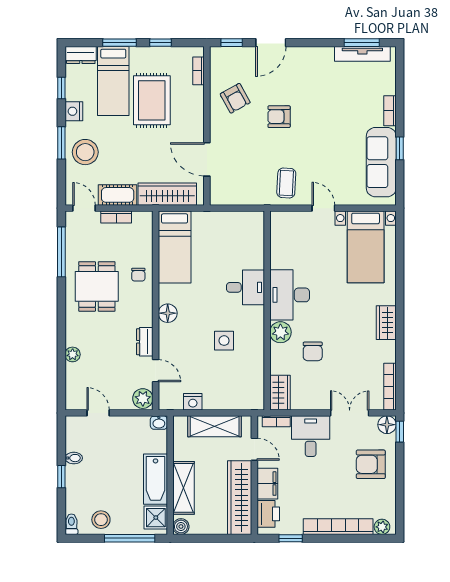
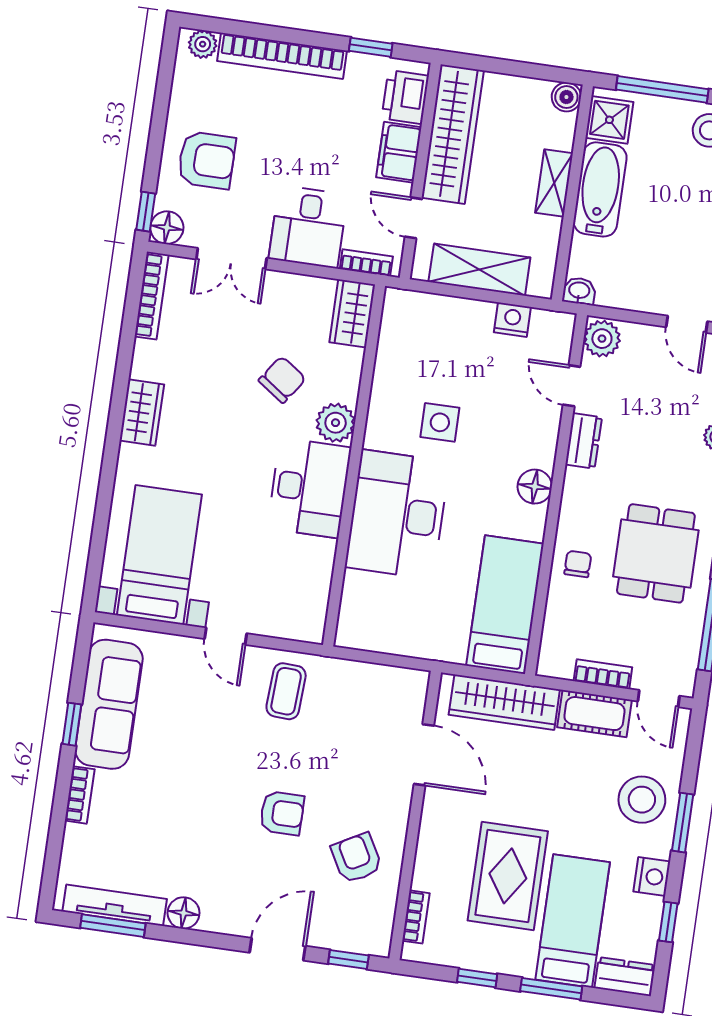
floor lamp: (325, 55) -> (184, 913), added
desk: (246, 287) -> (397, 514), width x1.87, depth x1.30
chair: (313, 351) -> (282, 380), turned 35
shelving: (183, 488) -> (554, 183), width x0.67, depth x0.75

